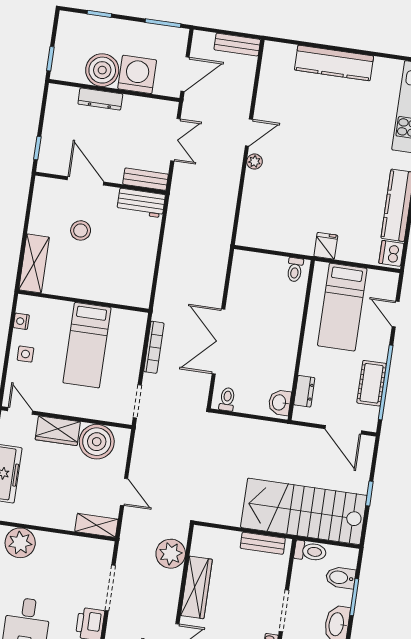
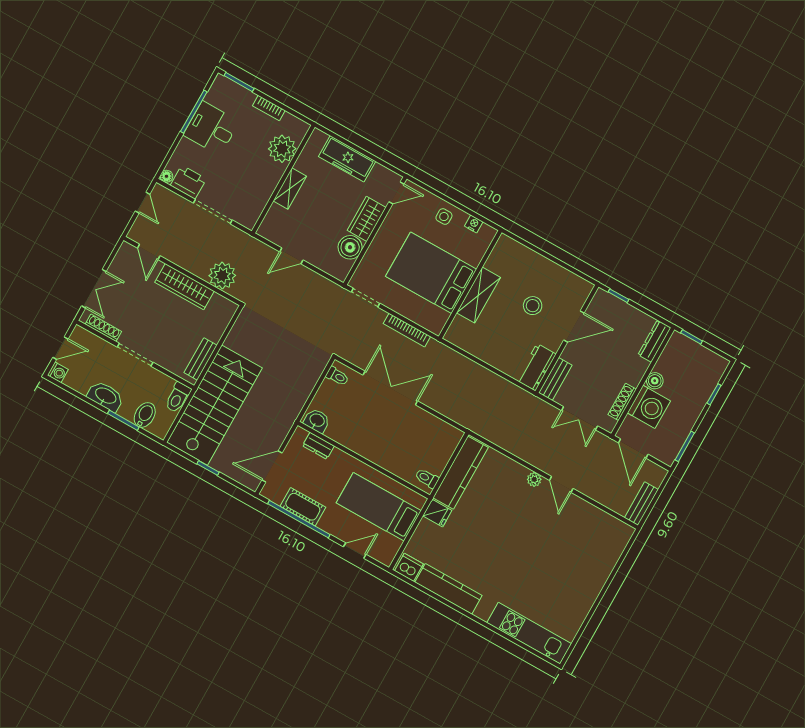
kitchen counter: (334, 63) -> (461, 473), moved, turned 180
boiler: (102, 70) -> (655, 381), width x0.54, depth x0.54
dresser: (100, 99) -> (654, 341), moved
shoe rack: (143, 103) -> (622, 402), added
shelving: (34, 263) -> (478, 295), moved, turned 90
bed: (87, 345) -> (431, 273), width x1.50
boiler: (97, 442) -> (350, 247), width x0.73, depth x0.73
shelving: (96, 525) -> (290, 189), moved

